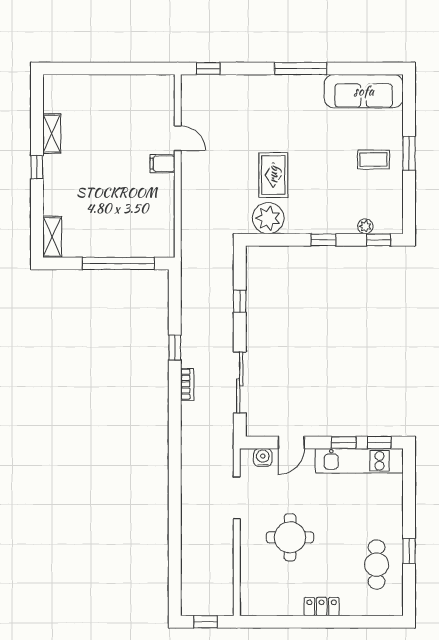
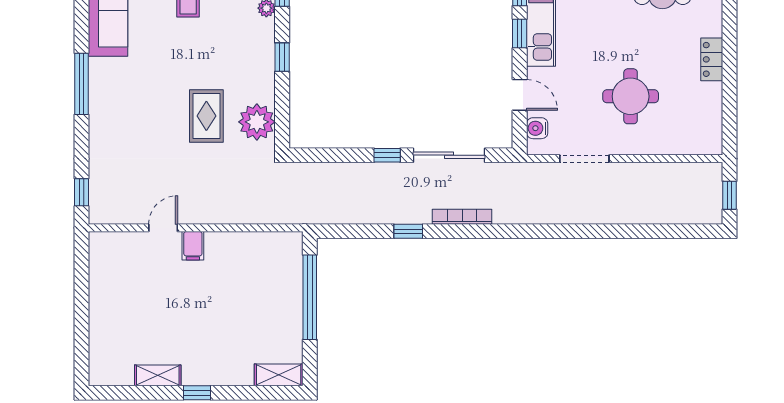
rug: (273, 175) -> (206, 116), turned 90
window: (240, 301) -> (387, 155), moved
bookcase: (187, 384) -> (462, 217), width x1.56

